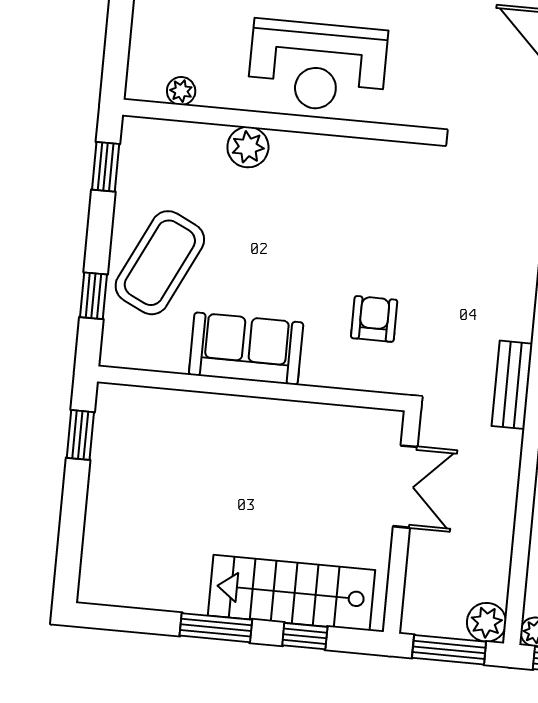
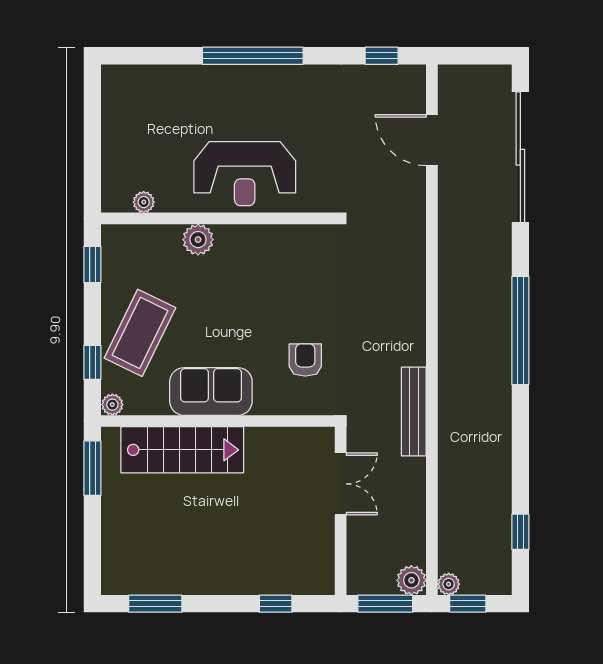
plant: (115, 354) -> (112, 405), added
bench: (512, 385) -> (414, 412), width x1.36
window: (80, 435) -> (92, 468), width x1.50
stairs: (292, 593) -> (182, 450), moved, turned 180
window: (216, 628) -> (155, 604), moved

